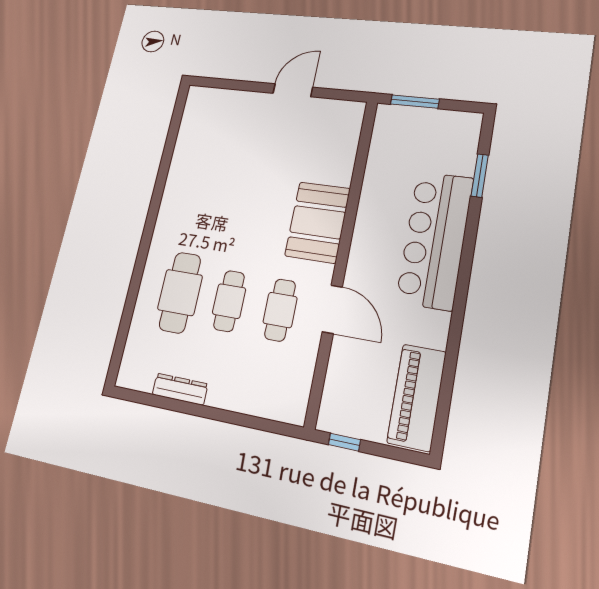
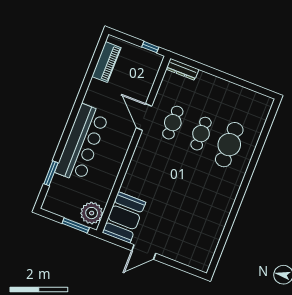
plant: (392, 128) -> (92, 213), added
booth: (318, 222) -> (124, 217), moved
dresser: (180, 389) -> (182, 69), moved
piano: (417, 397) -> (106, 62), width x0.73, depth x0.75

